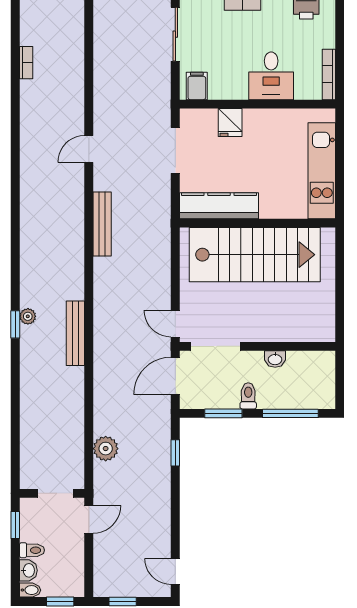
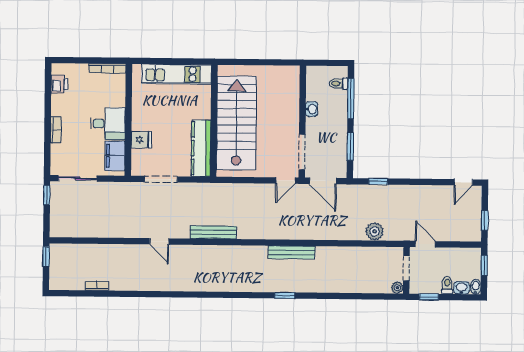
desk: (271, 76) -> (108, 124), moved
filing cabinet: (197, 86) -> (115, 156), width x2.00
plant: (28, 316) -> (397, 288), moved
toilet: (248, 396) -> (338, 84), moved

